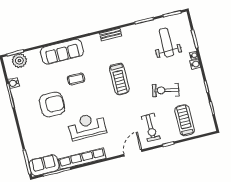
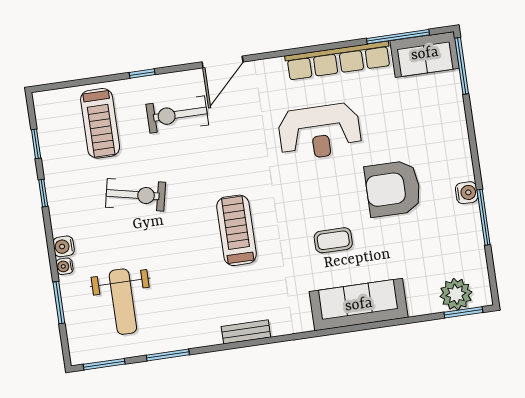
water cooler: (14, 83) -> (467, 193), moved
exercise bike: (151, 128) -> (177, 115), turned -90

